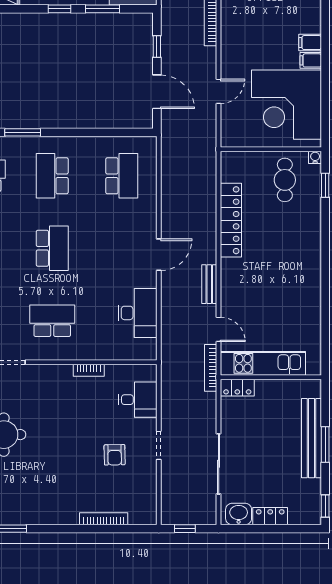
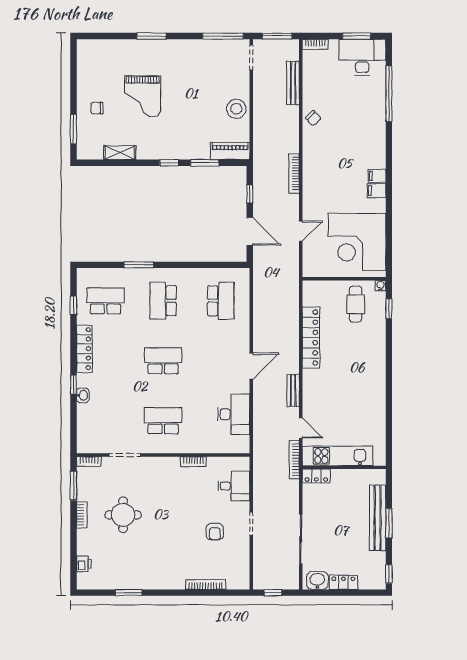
filing cabinet: (311, 60) -> (377, 176), moved
school desk: (52, 248) -> (163, 361), turned -90

